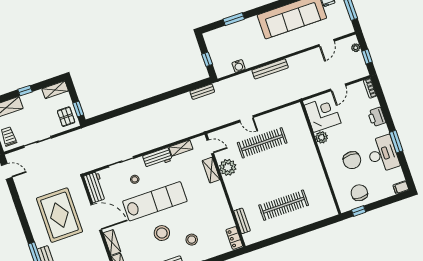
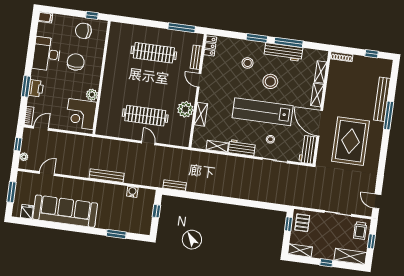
door: (338, 87) -> (41, 128), moved
window: (396, 142) -> (26, 86), moved
door: (210, 147) -> (199, 80), moved
chair: (359, 193) -> (83, 31), turned 90
window: (269, 242) -> (182, 28), added

